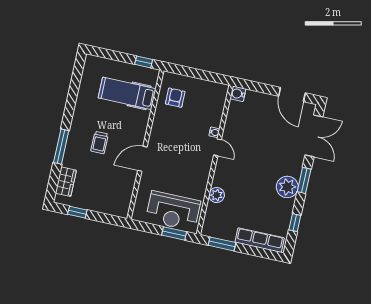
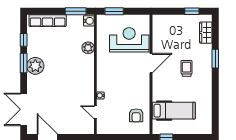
water cooler: (238, 94) -> (89, 21), moved
window: (61, 147) -> (215, 59), width x0.69
door: (218, 147) -> (95, 112), moved
window: (304, 180) -> (24, 63), moved
reception desk: (173, 211) -> (129, 40), moved

